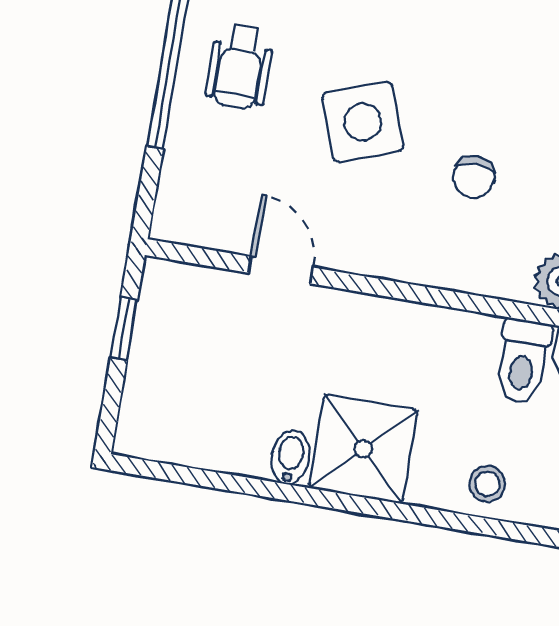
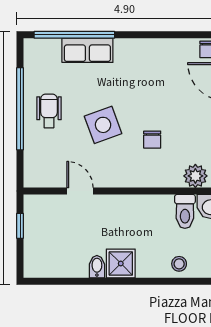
wheelchair: (240, 67) -> (49, 111), turned 180
shower: (363, 449) -> (121, 263), width x0.73, depth x0.73

